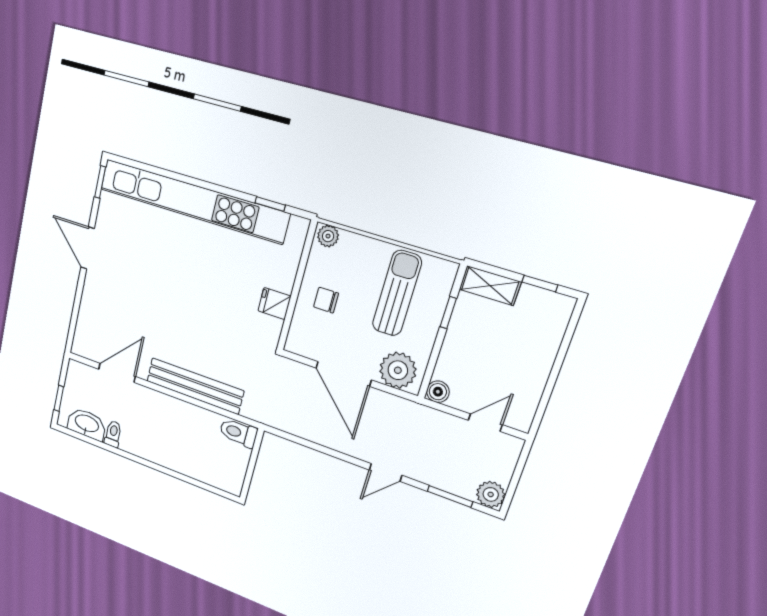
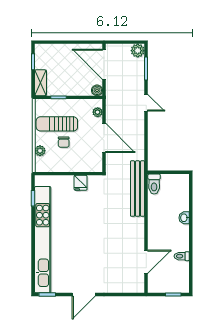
plant: (328, 236) -> (40, 151), moved
chair: (326, 300) -> (64, 142), moved
plant: (398, 370) -> (98, 112), width x0.53, depth x0.53
door: (117, 373) -> (146, 262), swing flipped
door: (344, 374) -> (104, 138), hinge flipped
bench: (195, 386) -> (138, 189), moved
door: (485, 423) -> (104, 64), width x1.87
washbasin: (87, 424) -> (184, 218), moved, width x0.52, depth x0.69

